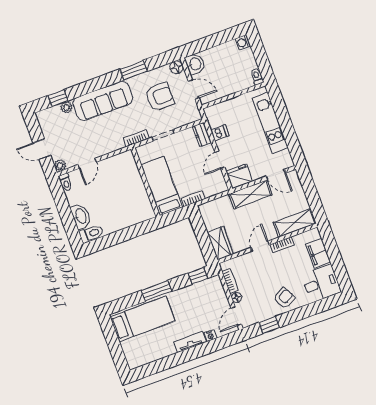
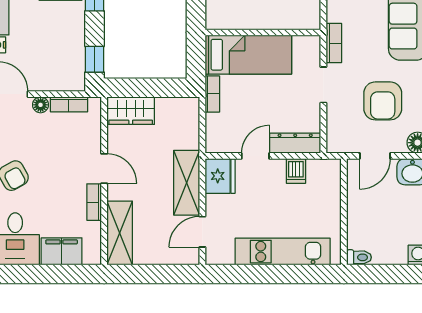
dresser: (202, 135) -> (295, 143), width x1.44
door: (220, 160) -> (255, 156), hinge flipped

